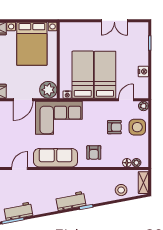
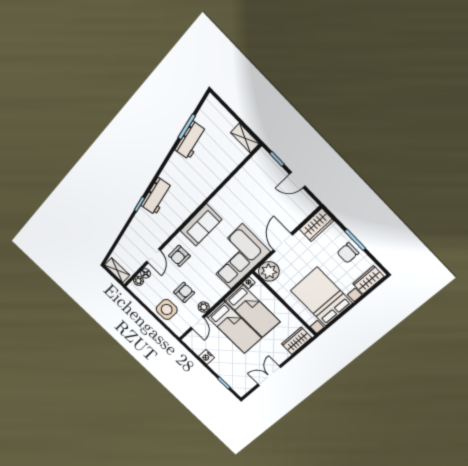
wardrobe: (74, 29) -> (297, 341), added
plant: (143, 106) -> (204, 307), moved
armchair: (114, 127) -> (184, 292), turned 180
armchair: (94, 152) -> (179, 256), turned -90
sofa: (56, 158) -> (201, 225), width x0.73
door: (20, 168) -> (153, 256), moved
stool: (121, 190) -> (127, 247), removed

